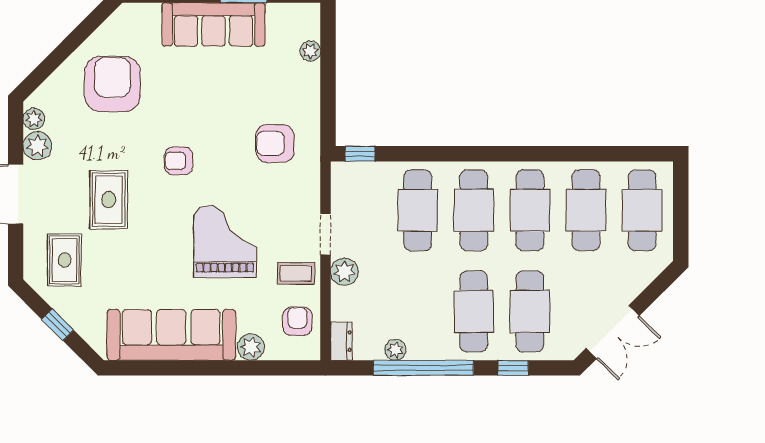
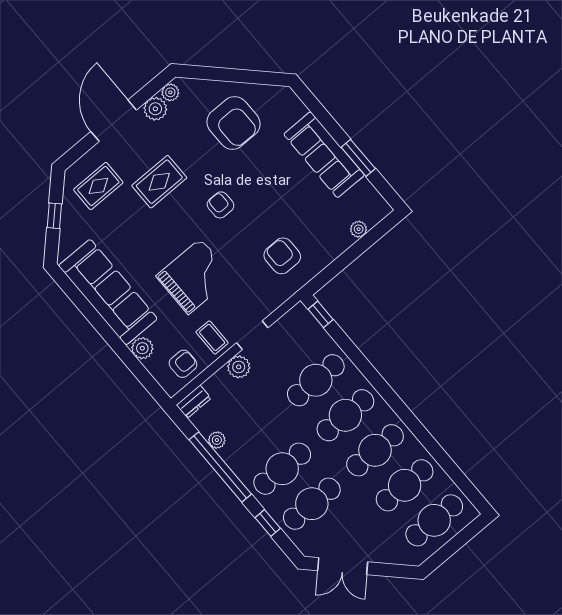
armchair: (112, 84) -> (234, 123), turned 90

